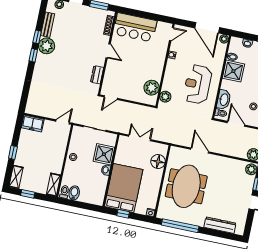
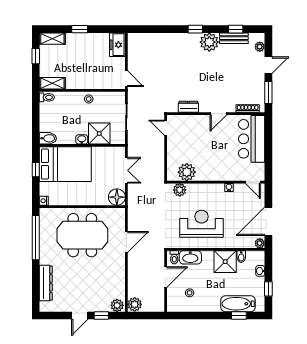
window: (37, 37) -> (236, 29), moved
floor lamp: (158, 162) -> (117, 197), moved
bidet: (74, 193) -> (48, 138), moved

